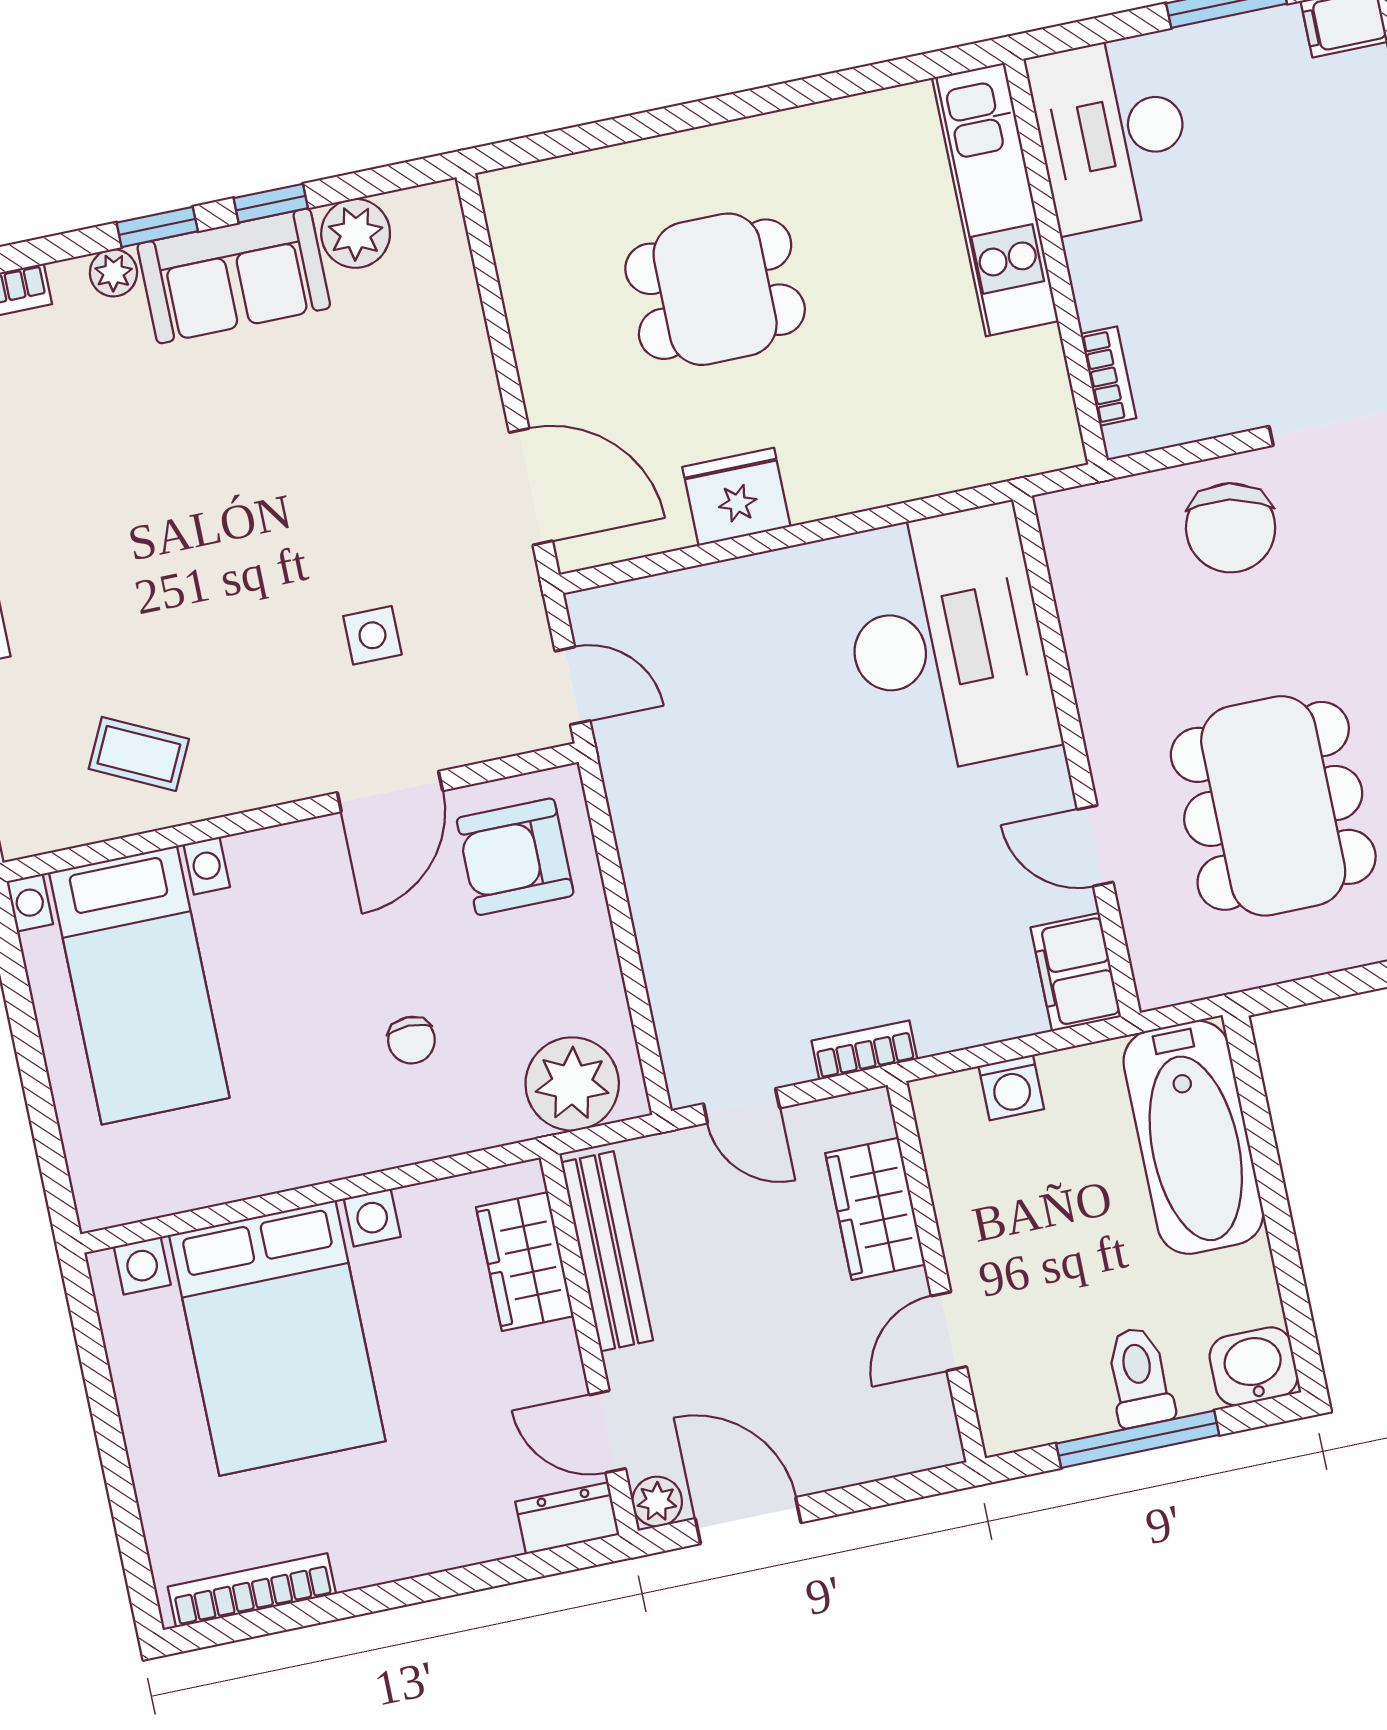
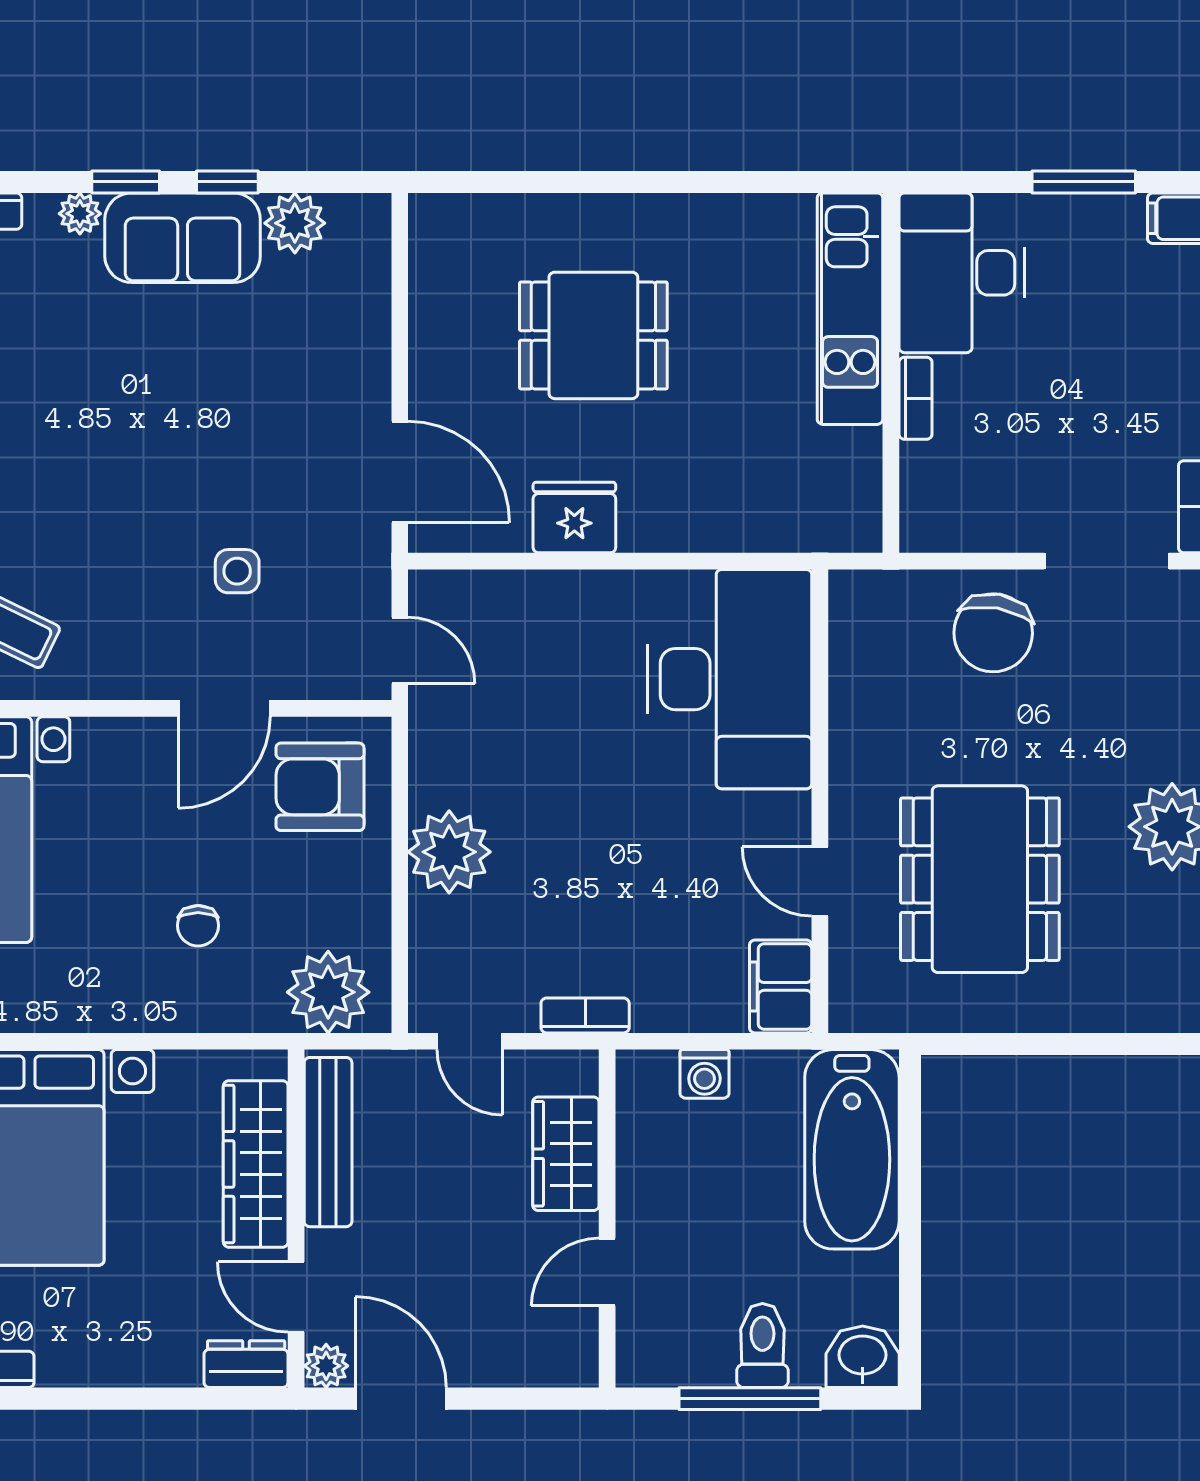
bookcase: (1108, 376) -> (915, 398), moved
plant: (675, 899) -> (449, 852), added
wardrobe: (525, 1262) -> (256, 1164), width x1.50

